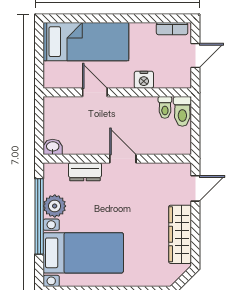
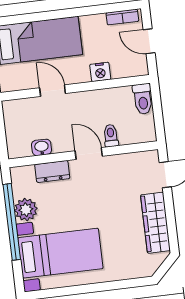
door: (195, 55) -> (149, 41), swing flipped
toilet: (165, 107) -> (111, 136), moved, turned 180
washbasin: (53, 147) -> (42, 147), moved

